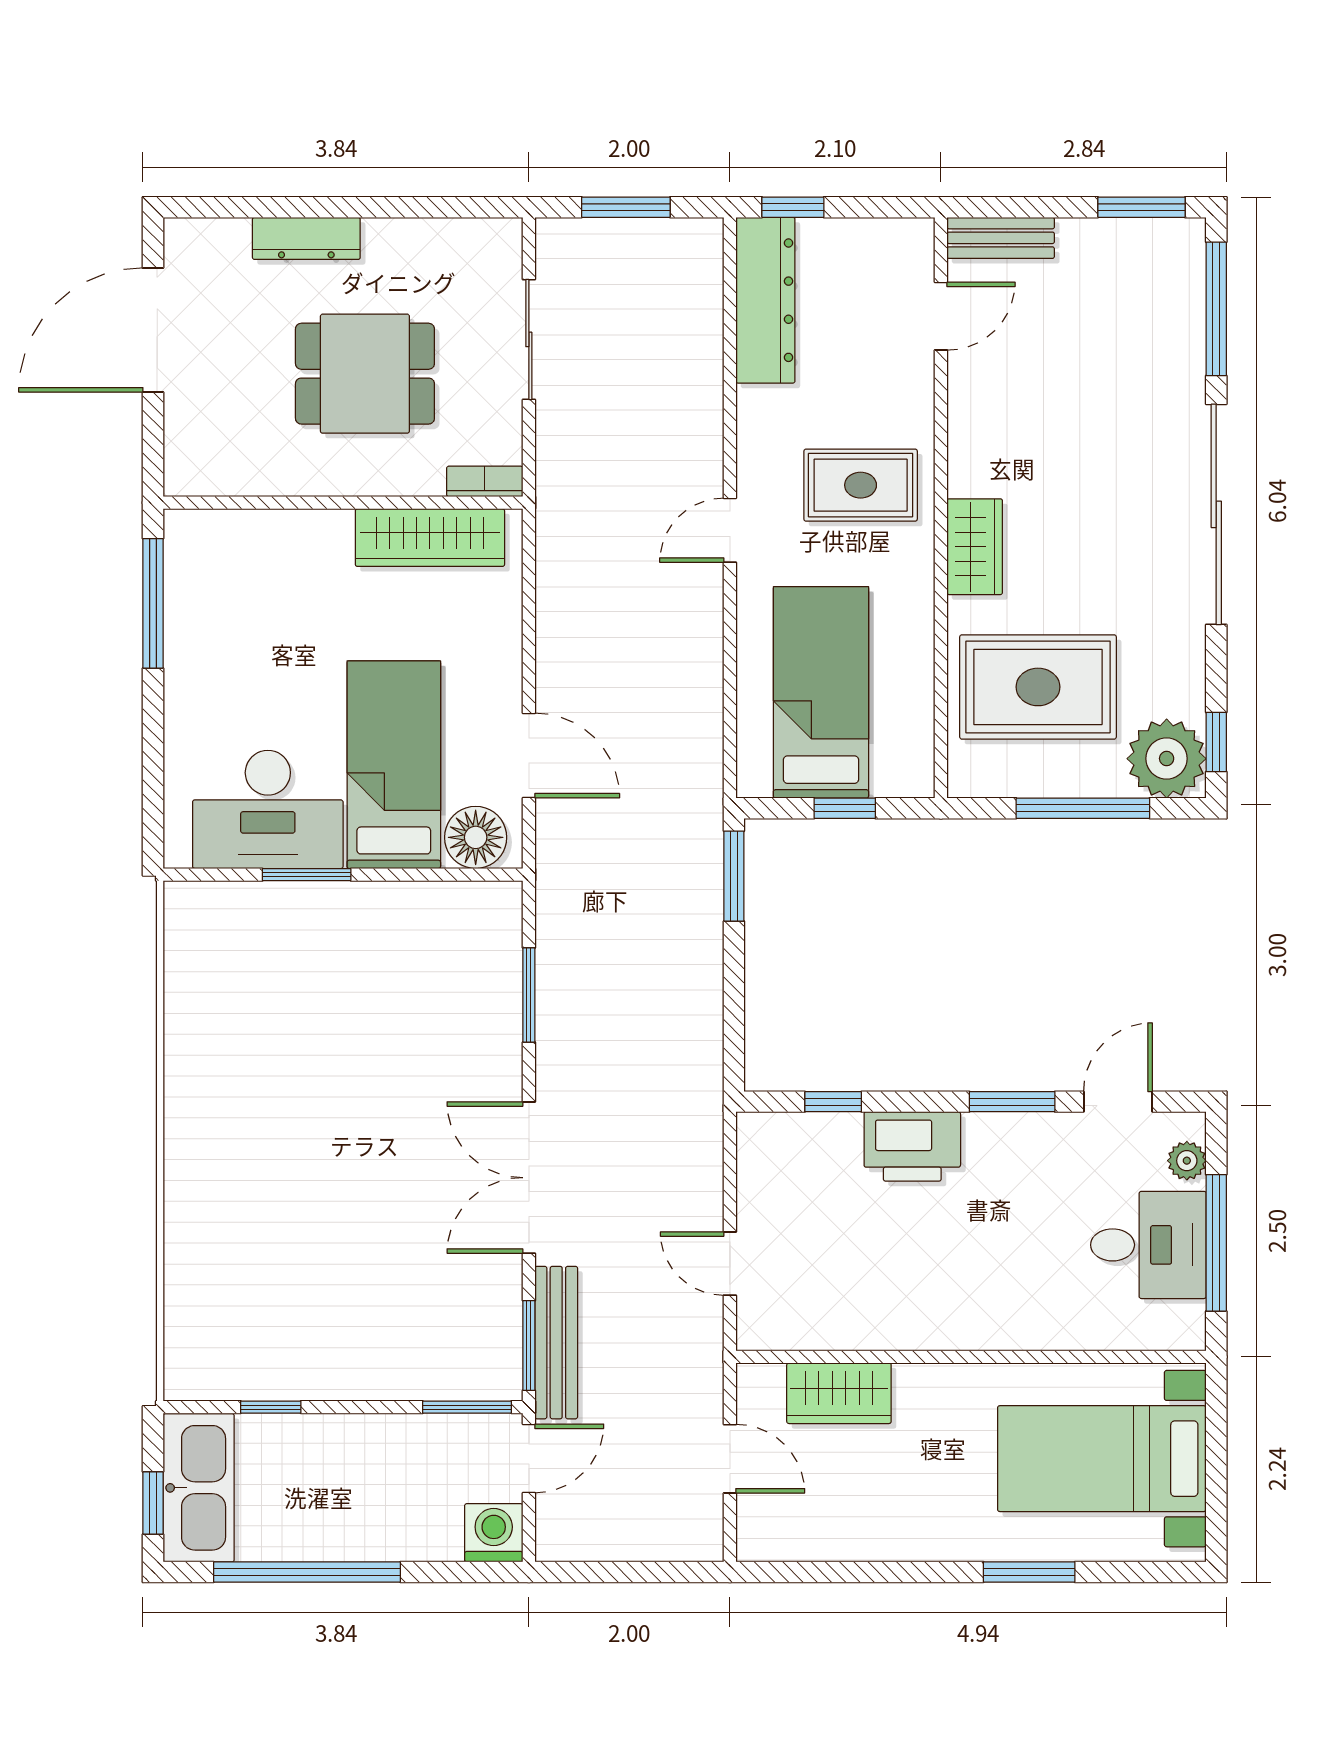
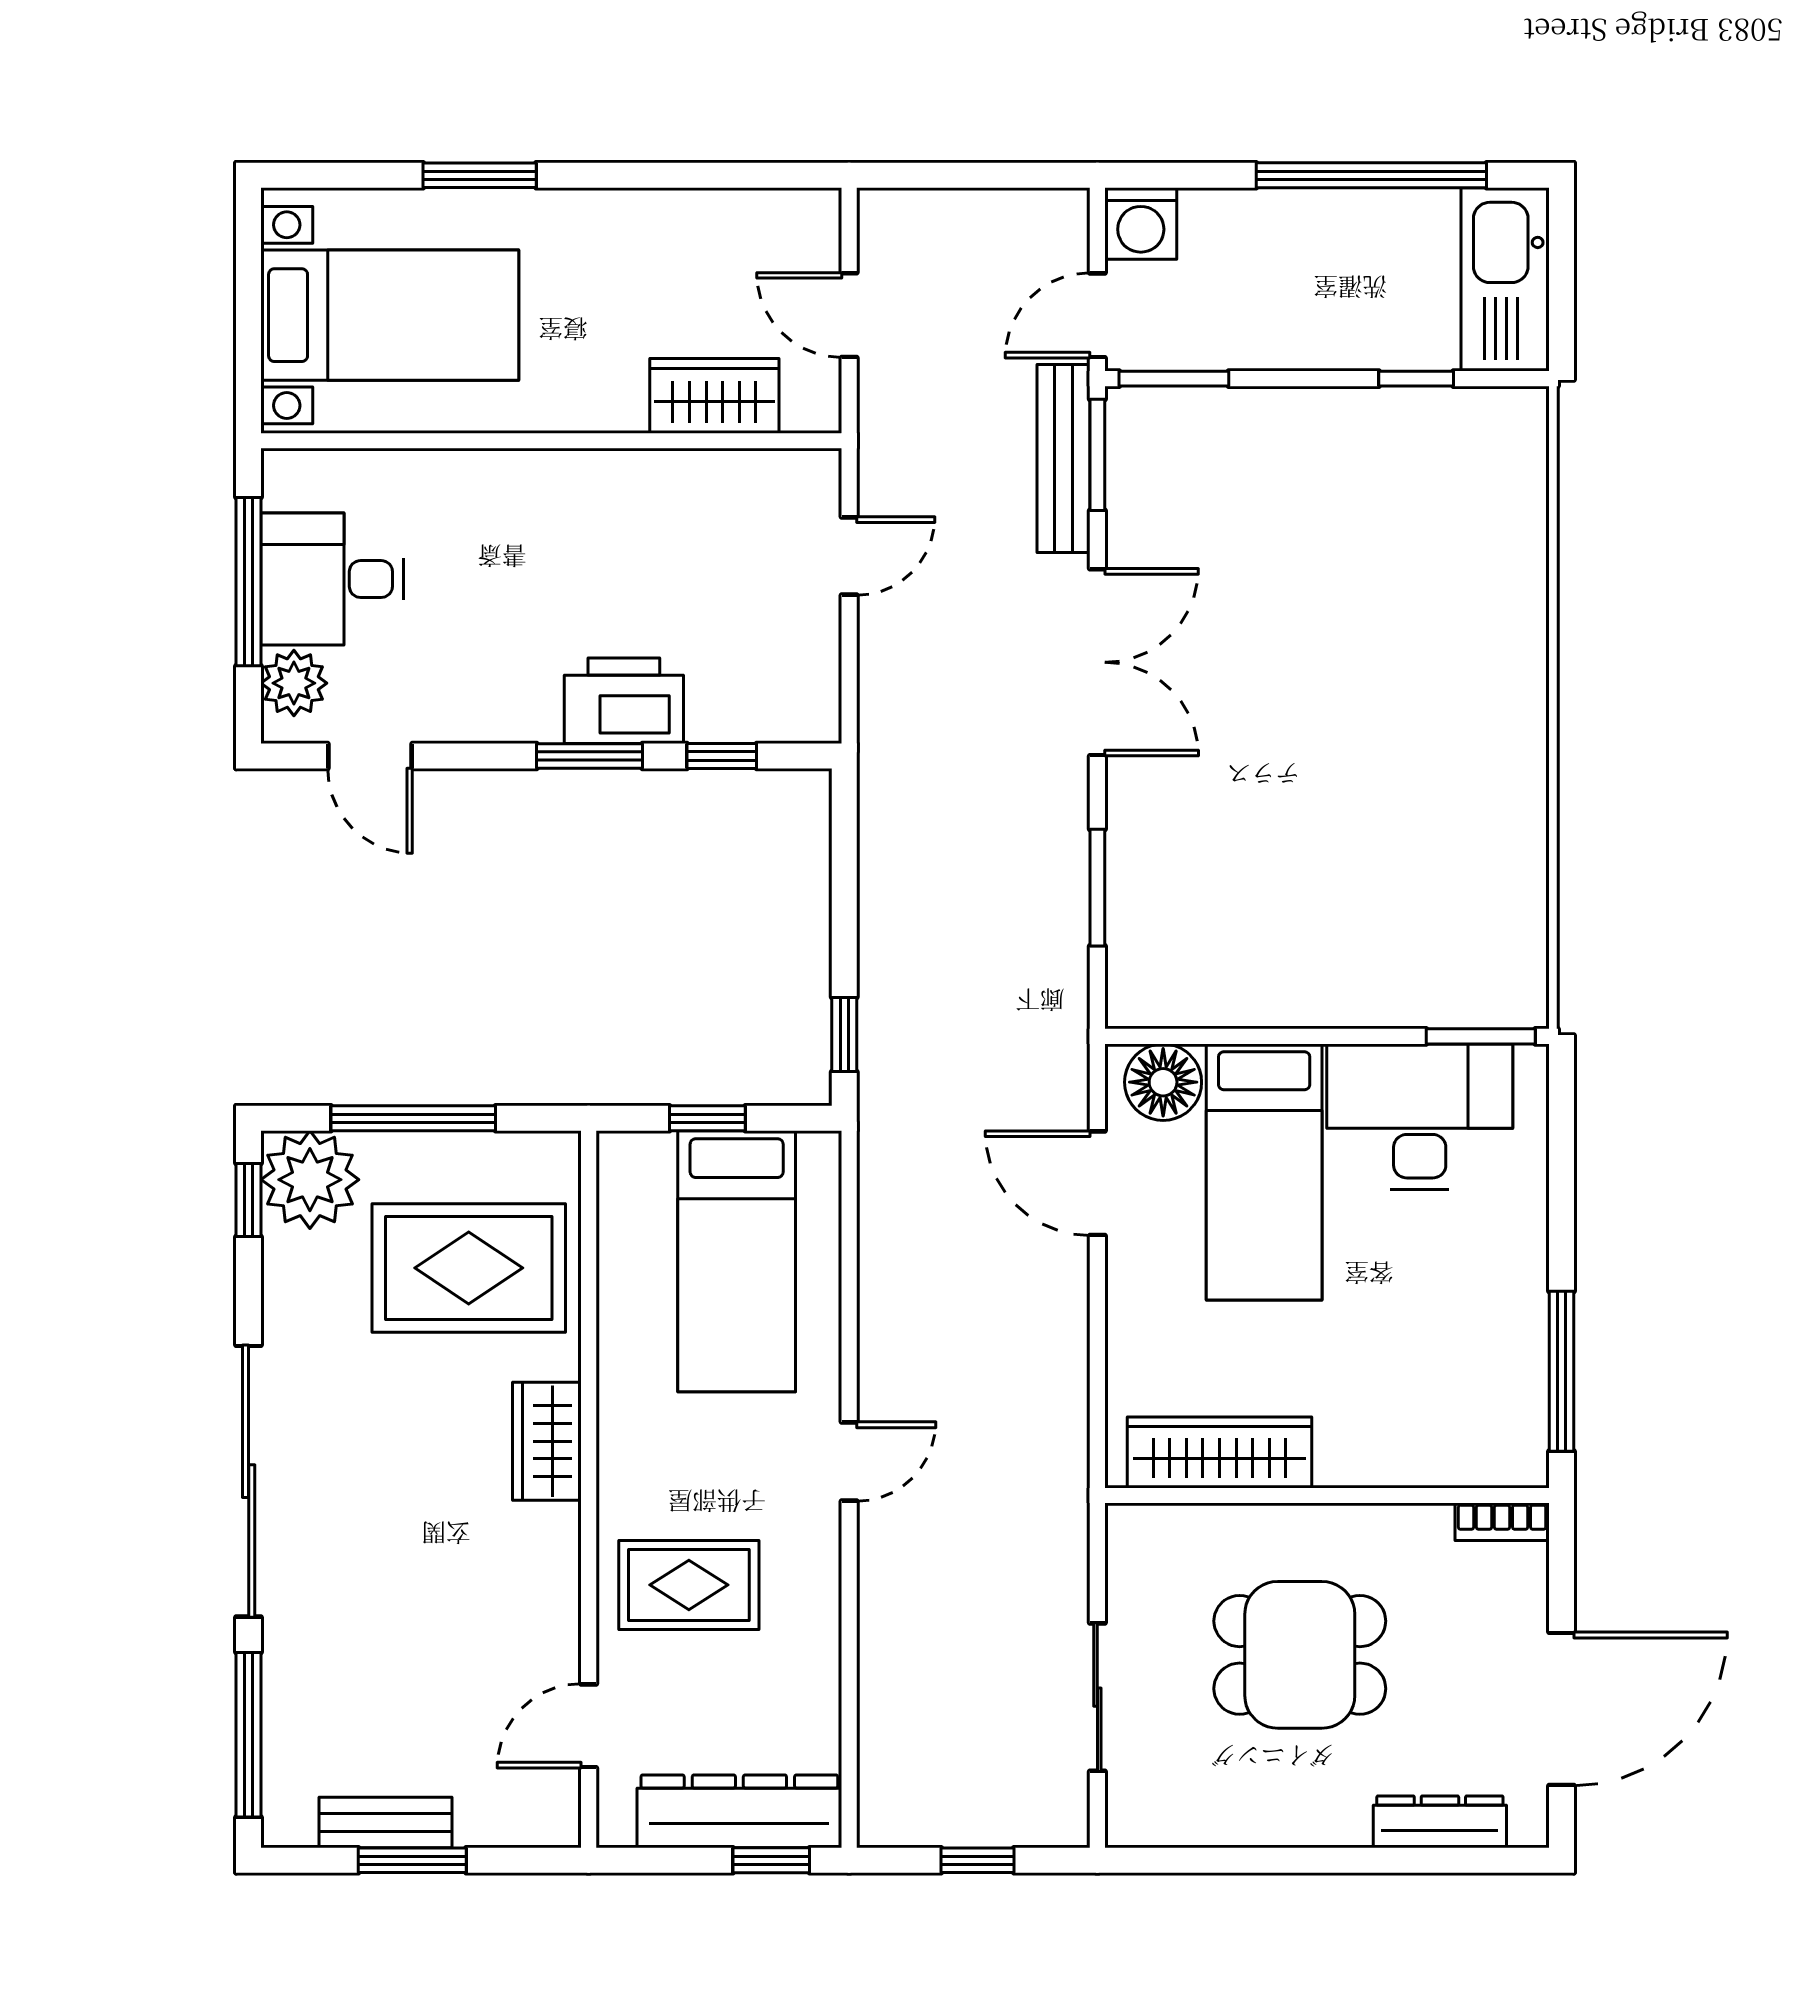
window: (626, 207) -> (977, 1860), width x0.67
window: (1142, 207) -> (412, 1860), moved
dresser: (306, 238) -> (1440, 1822), moved
bench: (1001, 238) -> (385, 1823), moved
dresser: (765, 300) -> (739, 1811), moved, turned 90
bookcase: (485, 481) -> (1502, 1522), moved
rug: (861, 485) -> (689, 1585), moved
window: (307, 875) -> (1481, 1036), moved
window: (734, 876) -> (844, 1034), width x0.67
window: (1012, 1102) -> (589, 756), moved
door: (1118, 1102) -> (370, 756), hinge flipped
plant: (1187, 1161) -> (294, 683), width x1.38, depth x1.38
door: (730, 1264) -> (849, 556), hinge flipped
window: (153, 1503) -> (1561, 260), removed

